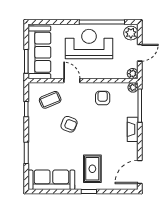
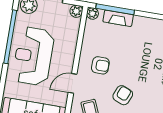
armchair: (103, 98) -> (100, 65), moved, turned 180
fireplace: (133, 129) -> (118, 18), moved

